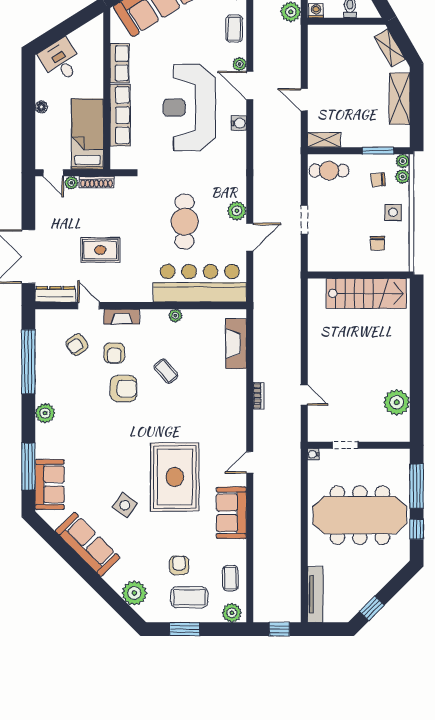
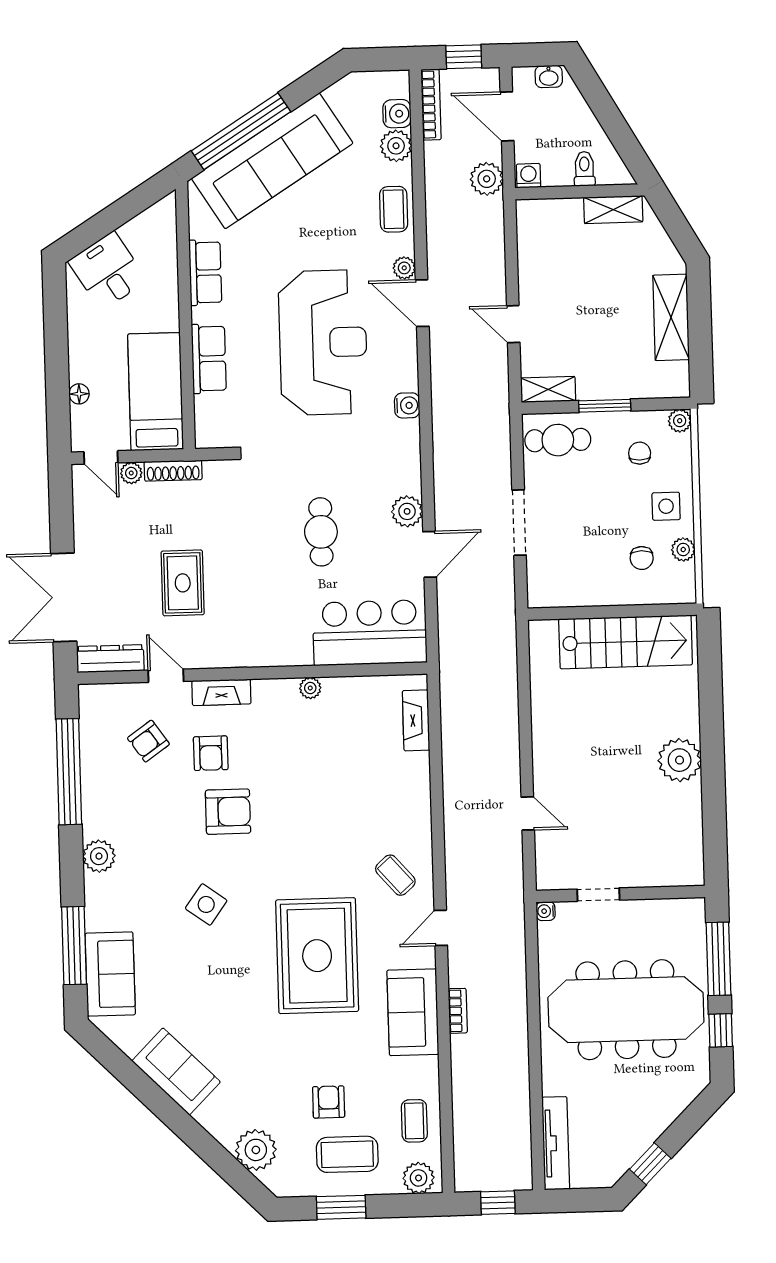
shelving: (390, 48) -> (613, 210), moved, turned -60
floor lamp: (41, 107) -> (79, 394), moved
reception desk: (189, 108) -> (323, 343), turned 180
row of seats: (120, 115) -> (209, 359), width x0.68
water cooler: (239, 123) -> (407, 405), moved
window: (378, 151) -> (605, 406), moved
plant: (403, 177) -> (683, 550), moved
chair: (378, 180) -> (640, 453), turned 95
doorway: (304, 220) -> (519, 523), width x1.38
cafe table: (185, 222) -> (321, 532), width x0.73, depth x0.74
rug: (100, 250) -> (183, 583), turned 90
bar counter: (200, 283) -> (370, 633), width x0.73
fireplace: (236, 344) -> (416, 720), width x0.73, depth x0.76
coffee table: (166, 371) -> (395, 875), moved
bookcase: (258, 396) -> (458, 1011), moved
plant: (397, 402) -> (680, 760), moved
side table: (125, 505) -> (206, 904), moved
sofa: (88, 544) -> (176, 1071), width x0.73

